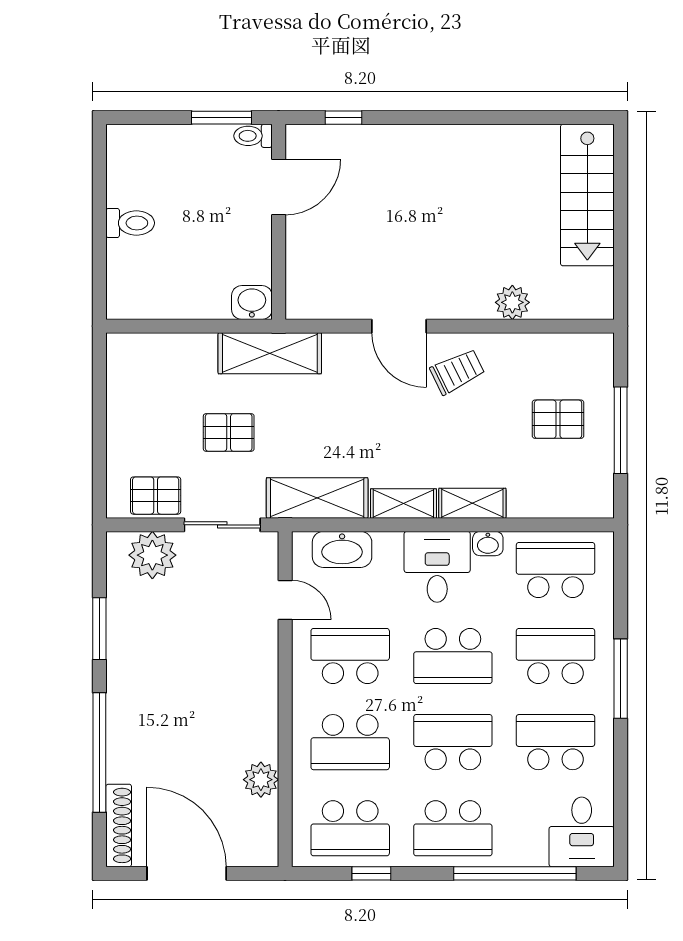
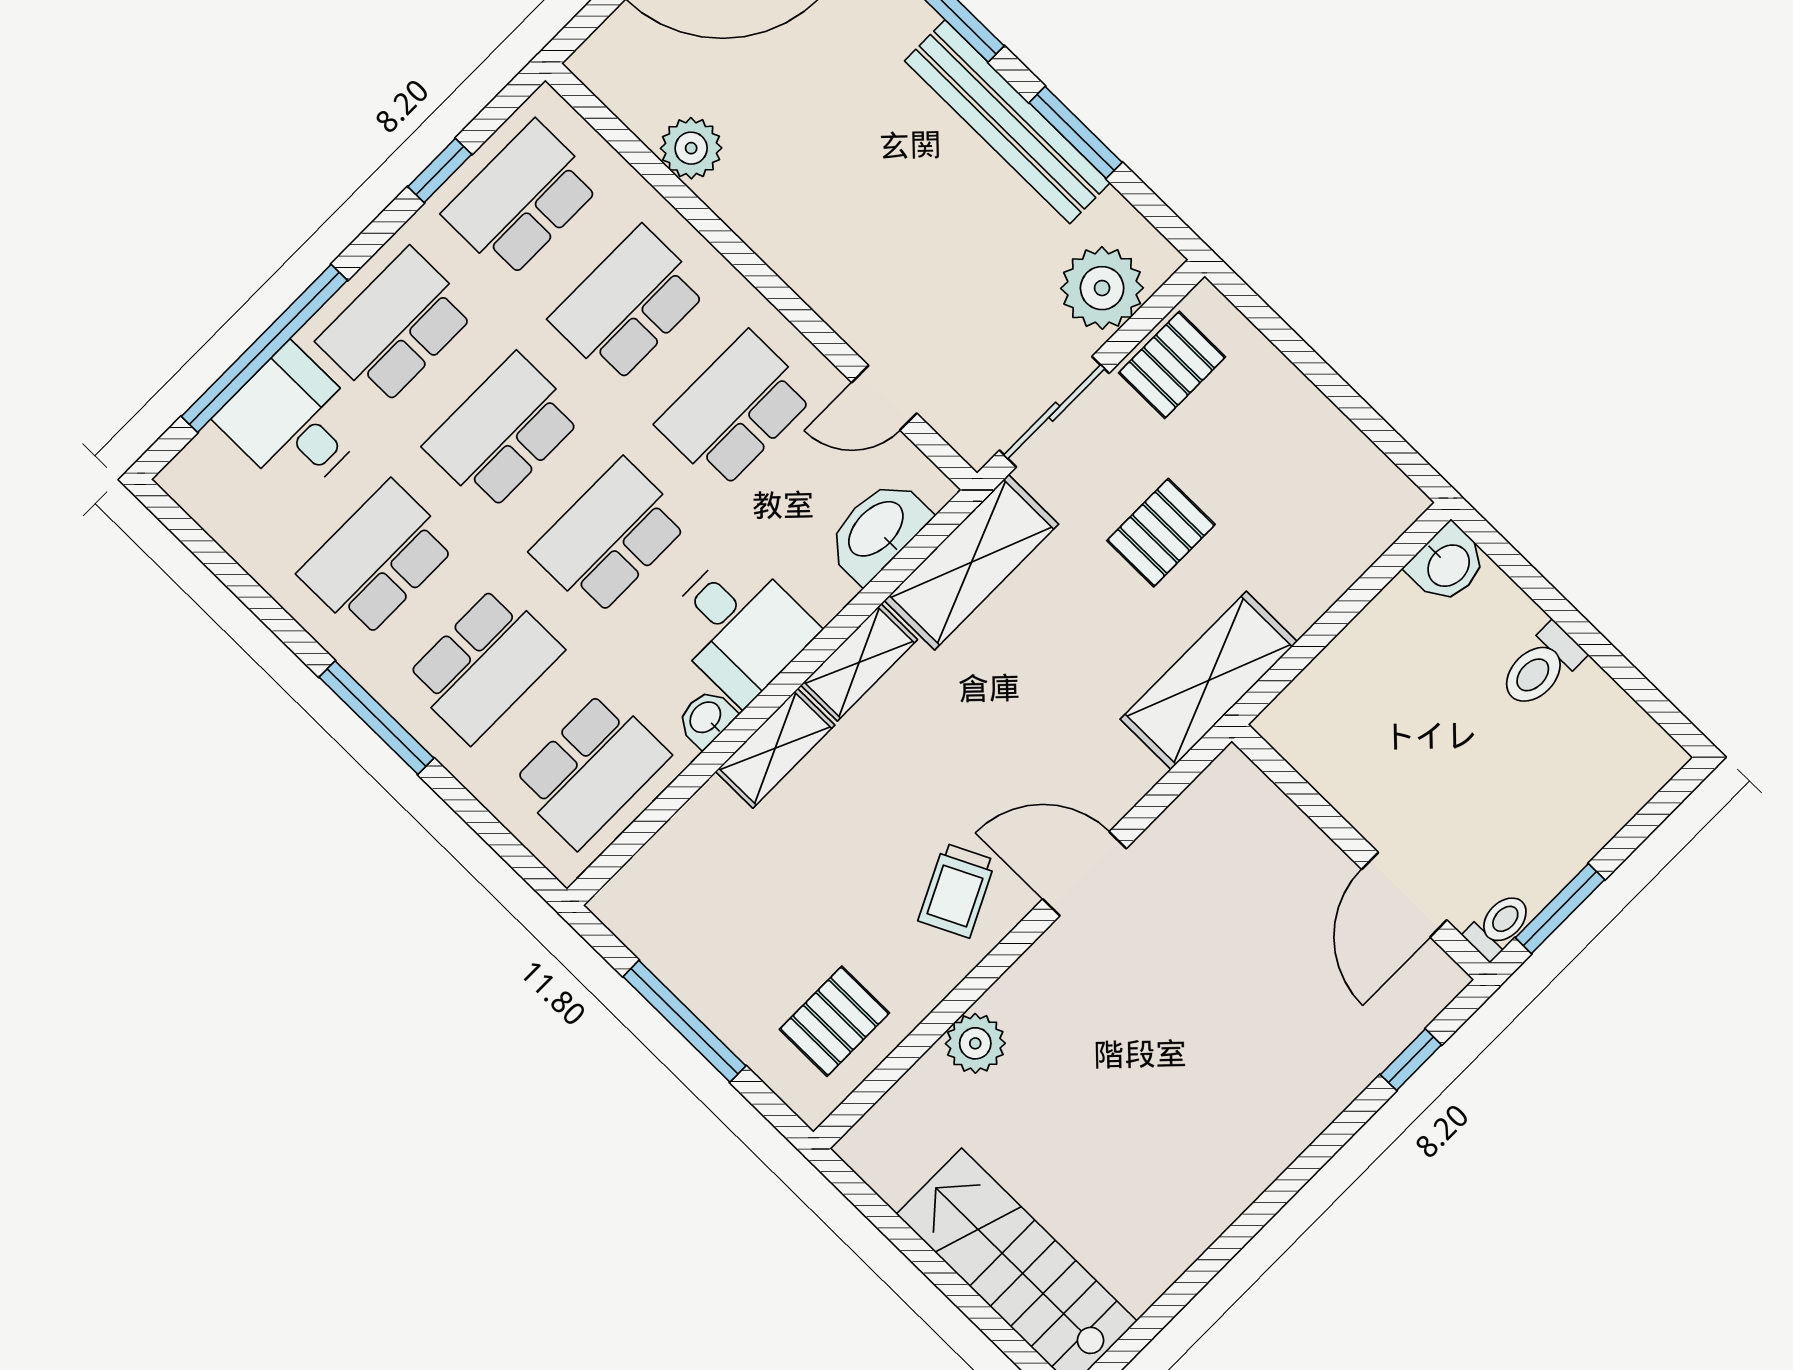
washbasin: (252, 303) -> (1447, 564), moved
pallet: (558, 419) -> (834, 1021), moved
school desk: (350, 656) -> (735, 410), turned 180
bench: (123, 661) -> (1007, 122), added
school desk: (453, 742) -> (503, 432), turned 180
school desk: (556, 742) -> (377, 559), turned 180
desk: (582, 832) -> (294, 422), moved

